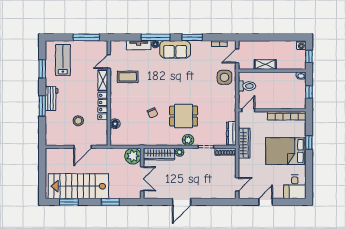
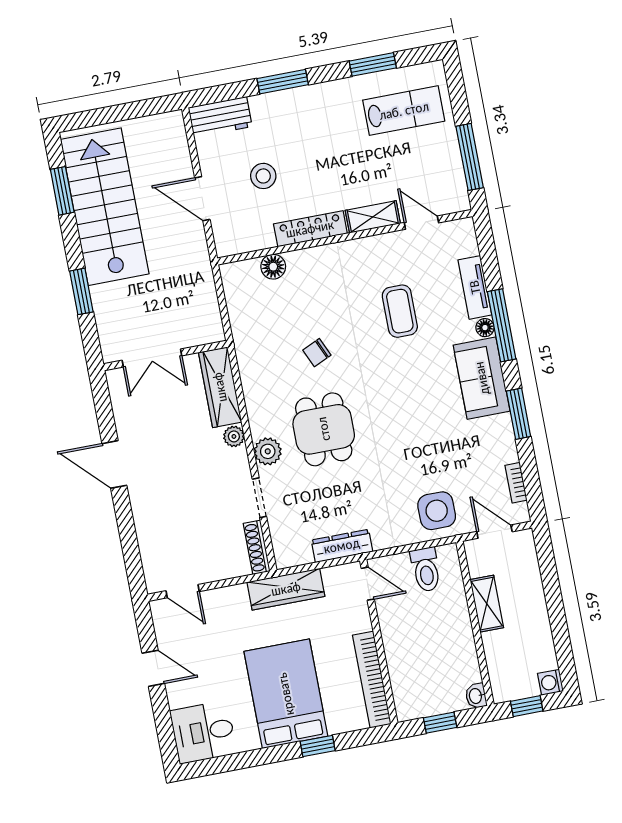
coffee table: (128, 77) -> (400, 311), moved
workbench: (52, 99) -> (220, 117), moved
dresser: (231, 133) -> (342, 546), moved
plant: (133, 156) -> (203, 325), removed

